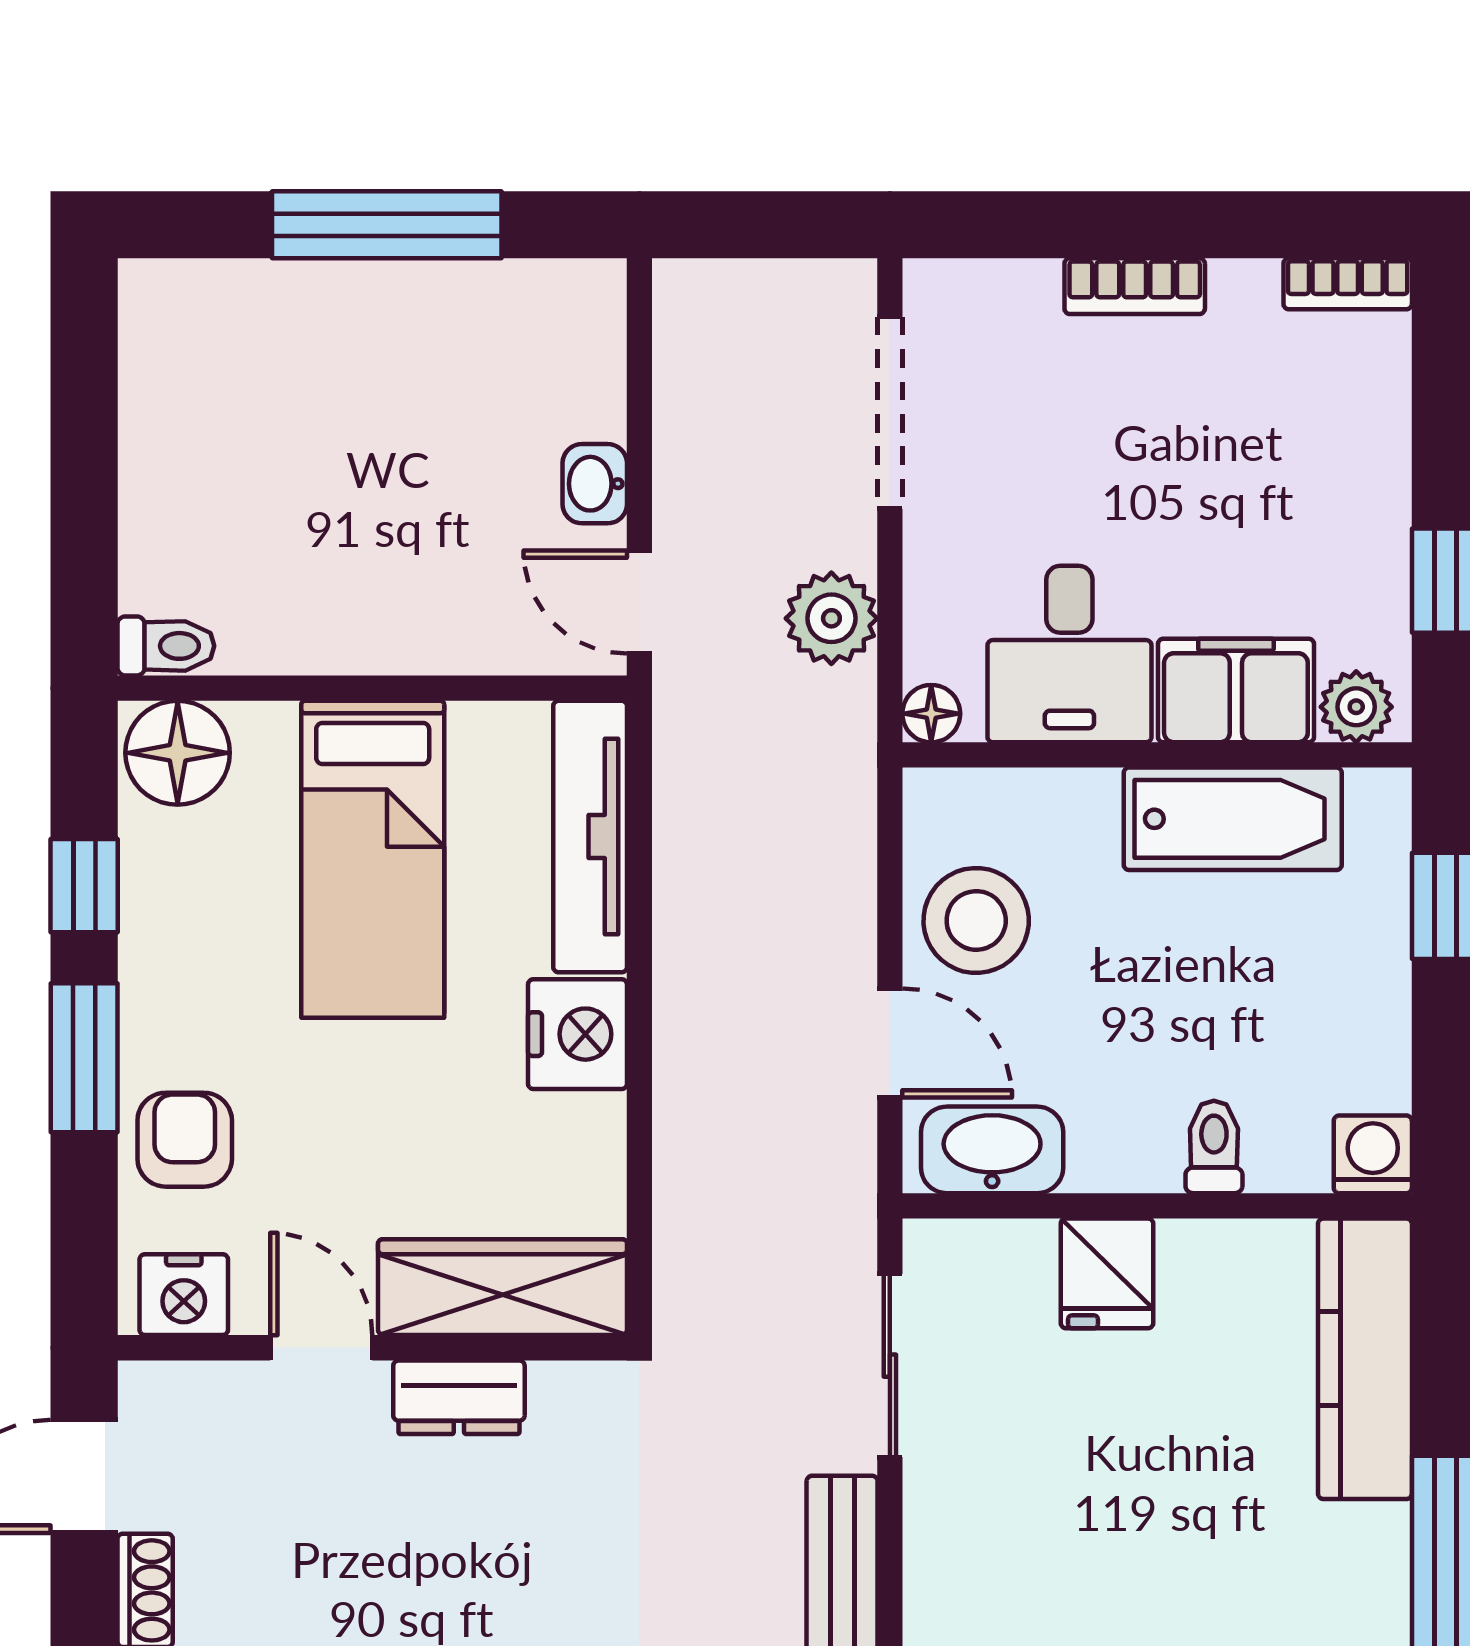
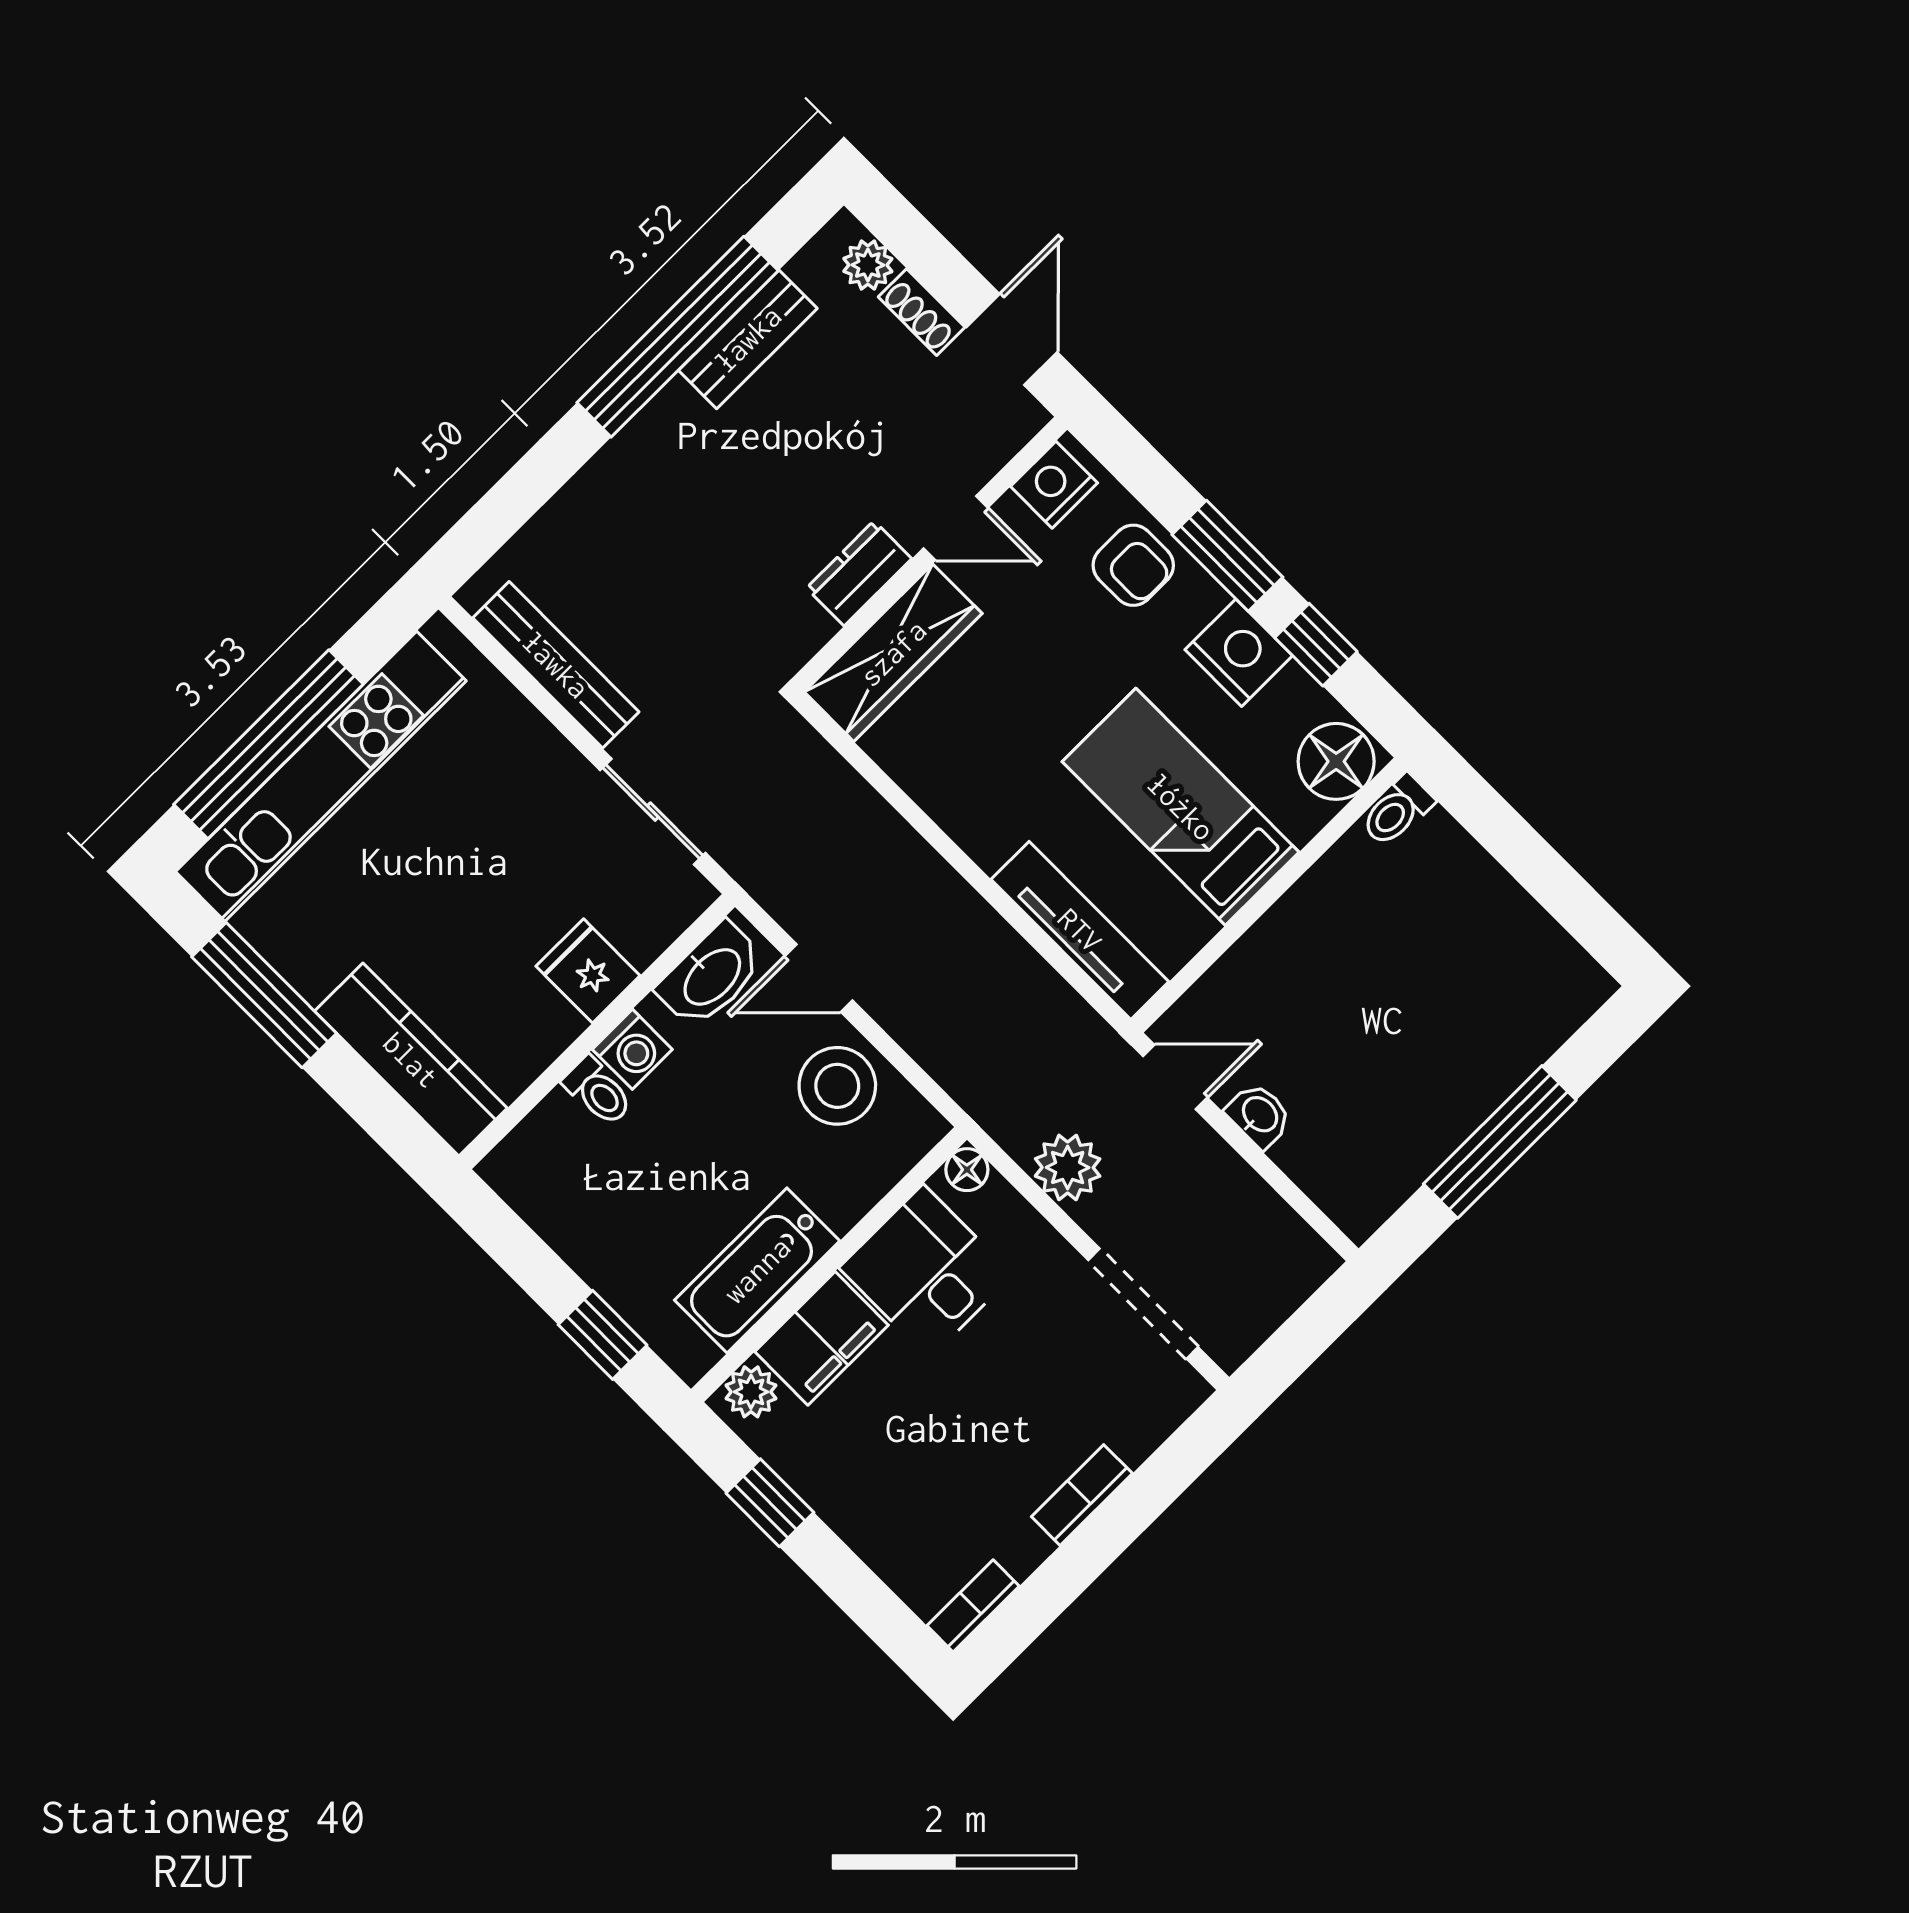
nightstand: (578, 1034) -> (1239, 653), moved, turned 180
washing machine: (1373, 1154) -> (632, 1049), moved

